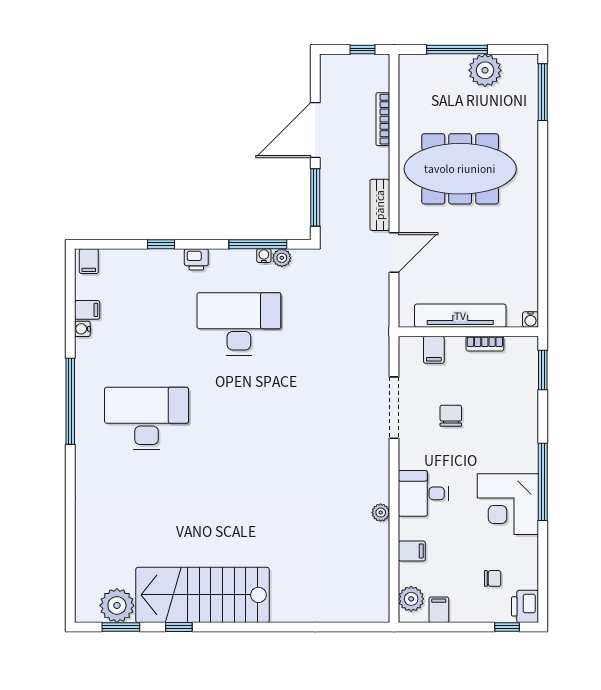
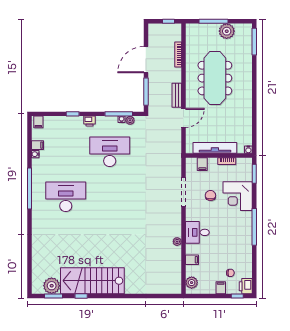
meeting table: (460, 169) -> (215, 78), turned 90
corner desk: (508, 504) -> (238, 196), moved
filing cabinet: (439, 610) -> (221, 288), moved

